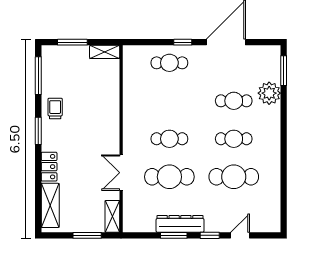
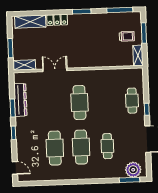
plant: (269, 93) -> (133, 170), moved
trolley: (55, 108) -> (127, 36), moved
cafe table: (169, 139) -> (79, 102), width x1.37, depth x1.35
cafe table: (234, 139) -> (81, 147), width x1.37, depth x1.35
cafe table: (169, 177) -> (53, 103), removed
dresser: (180, 224) -> (20, 100), moved
door: (240, 235) -> (15, 168), moved

